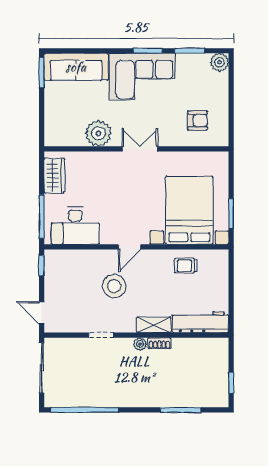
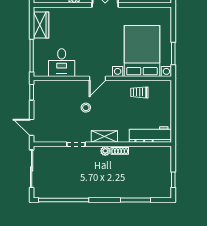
desk: (75, 226) -> (62, 63), width x0.73
stool: (114, 286) -> (86, 108), width x0.53, depth x0.53
shelving: (154, 325) -> (104, 137), moved

